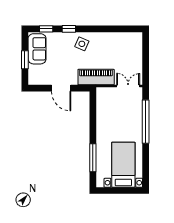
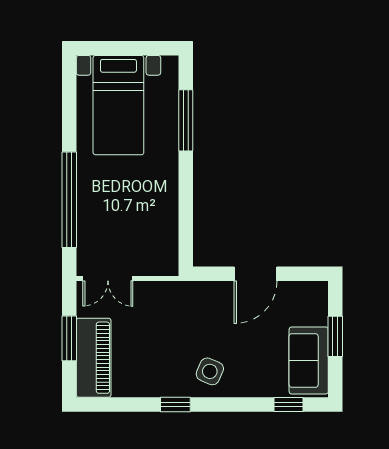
window: (69, 29) -> (175, 404), moved
window: (146, 59) -> (69, 338), added
piano: (96, 77) -> (94, 358), moved, turned -90
door: (61, 88) -> (256, 274), swing flipped

